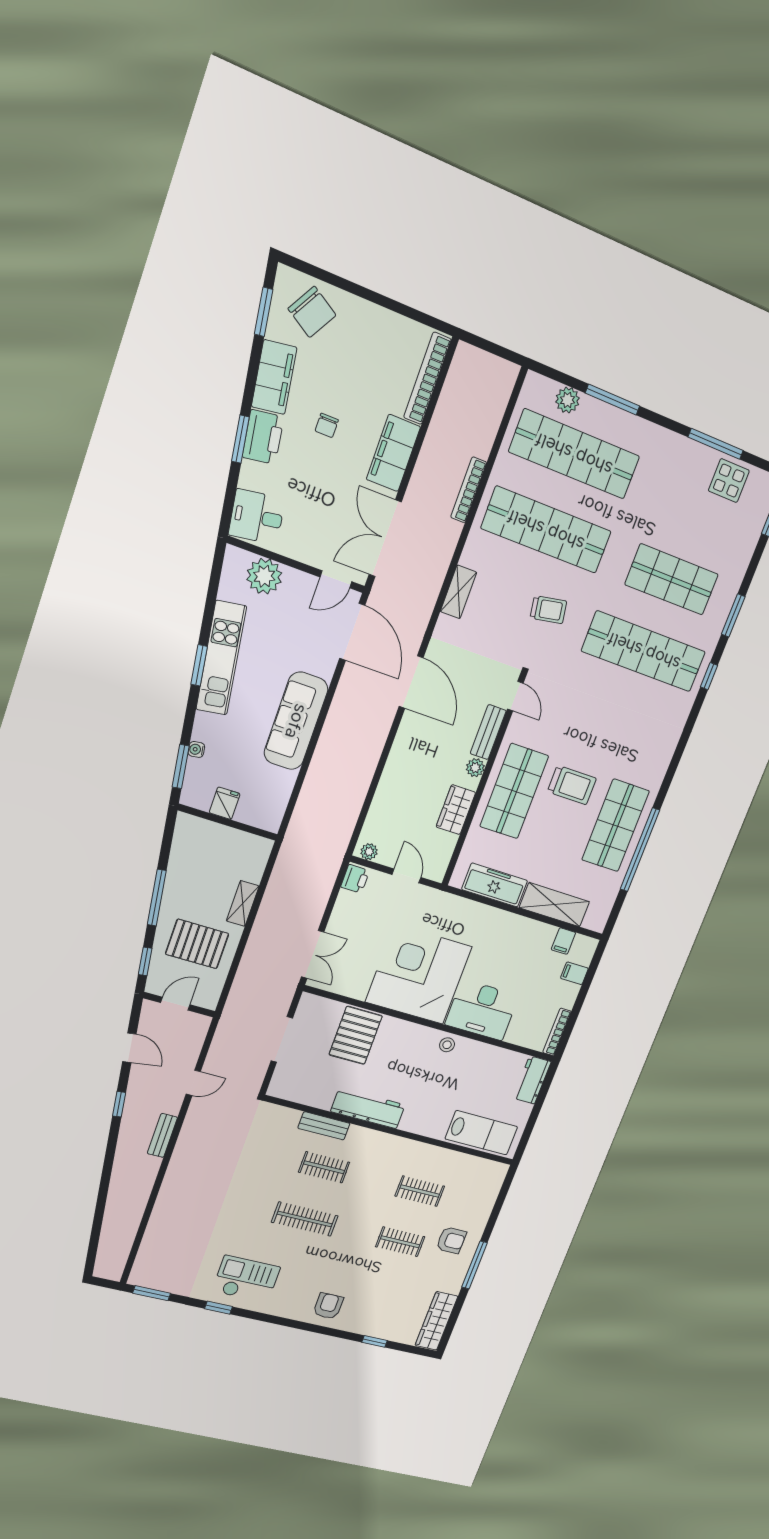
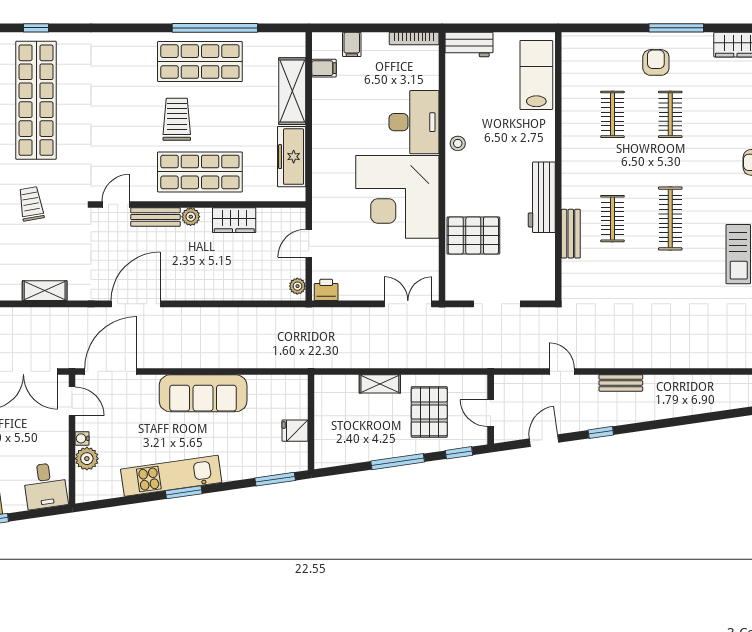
plant: (264, 576) -> (87, 459), width x0.73, depth x0.73
water cooler: (196, 749) -> (82, 438), moved, turned 98

